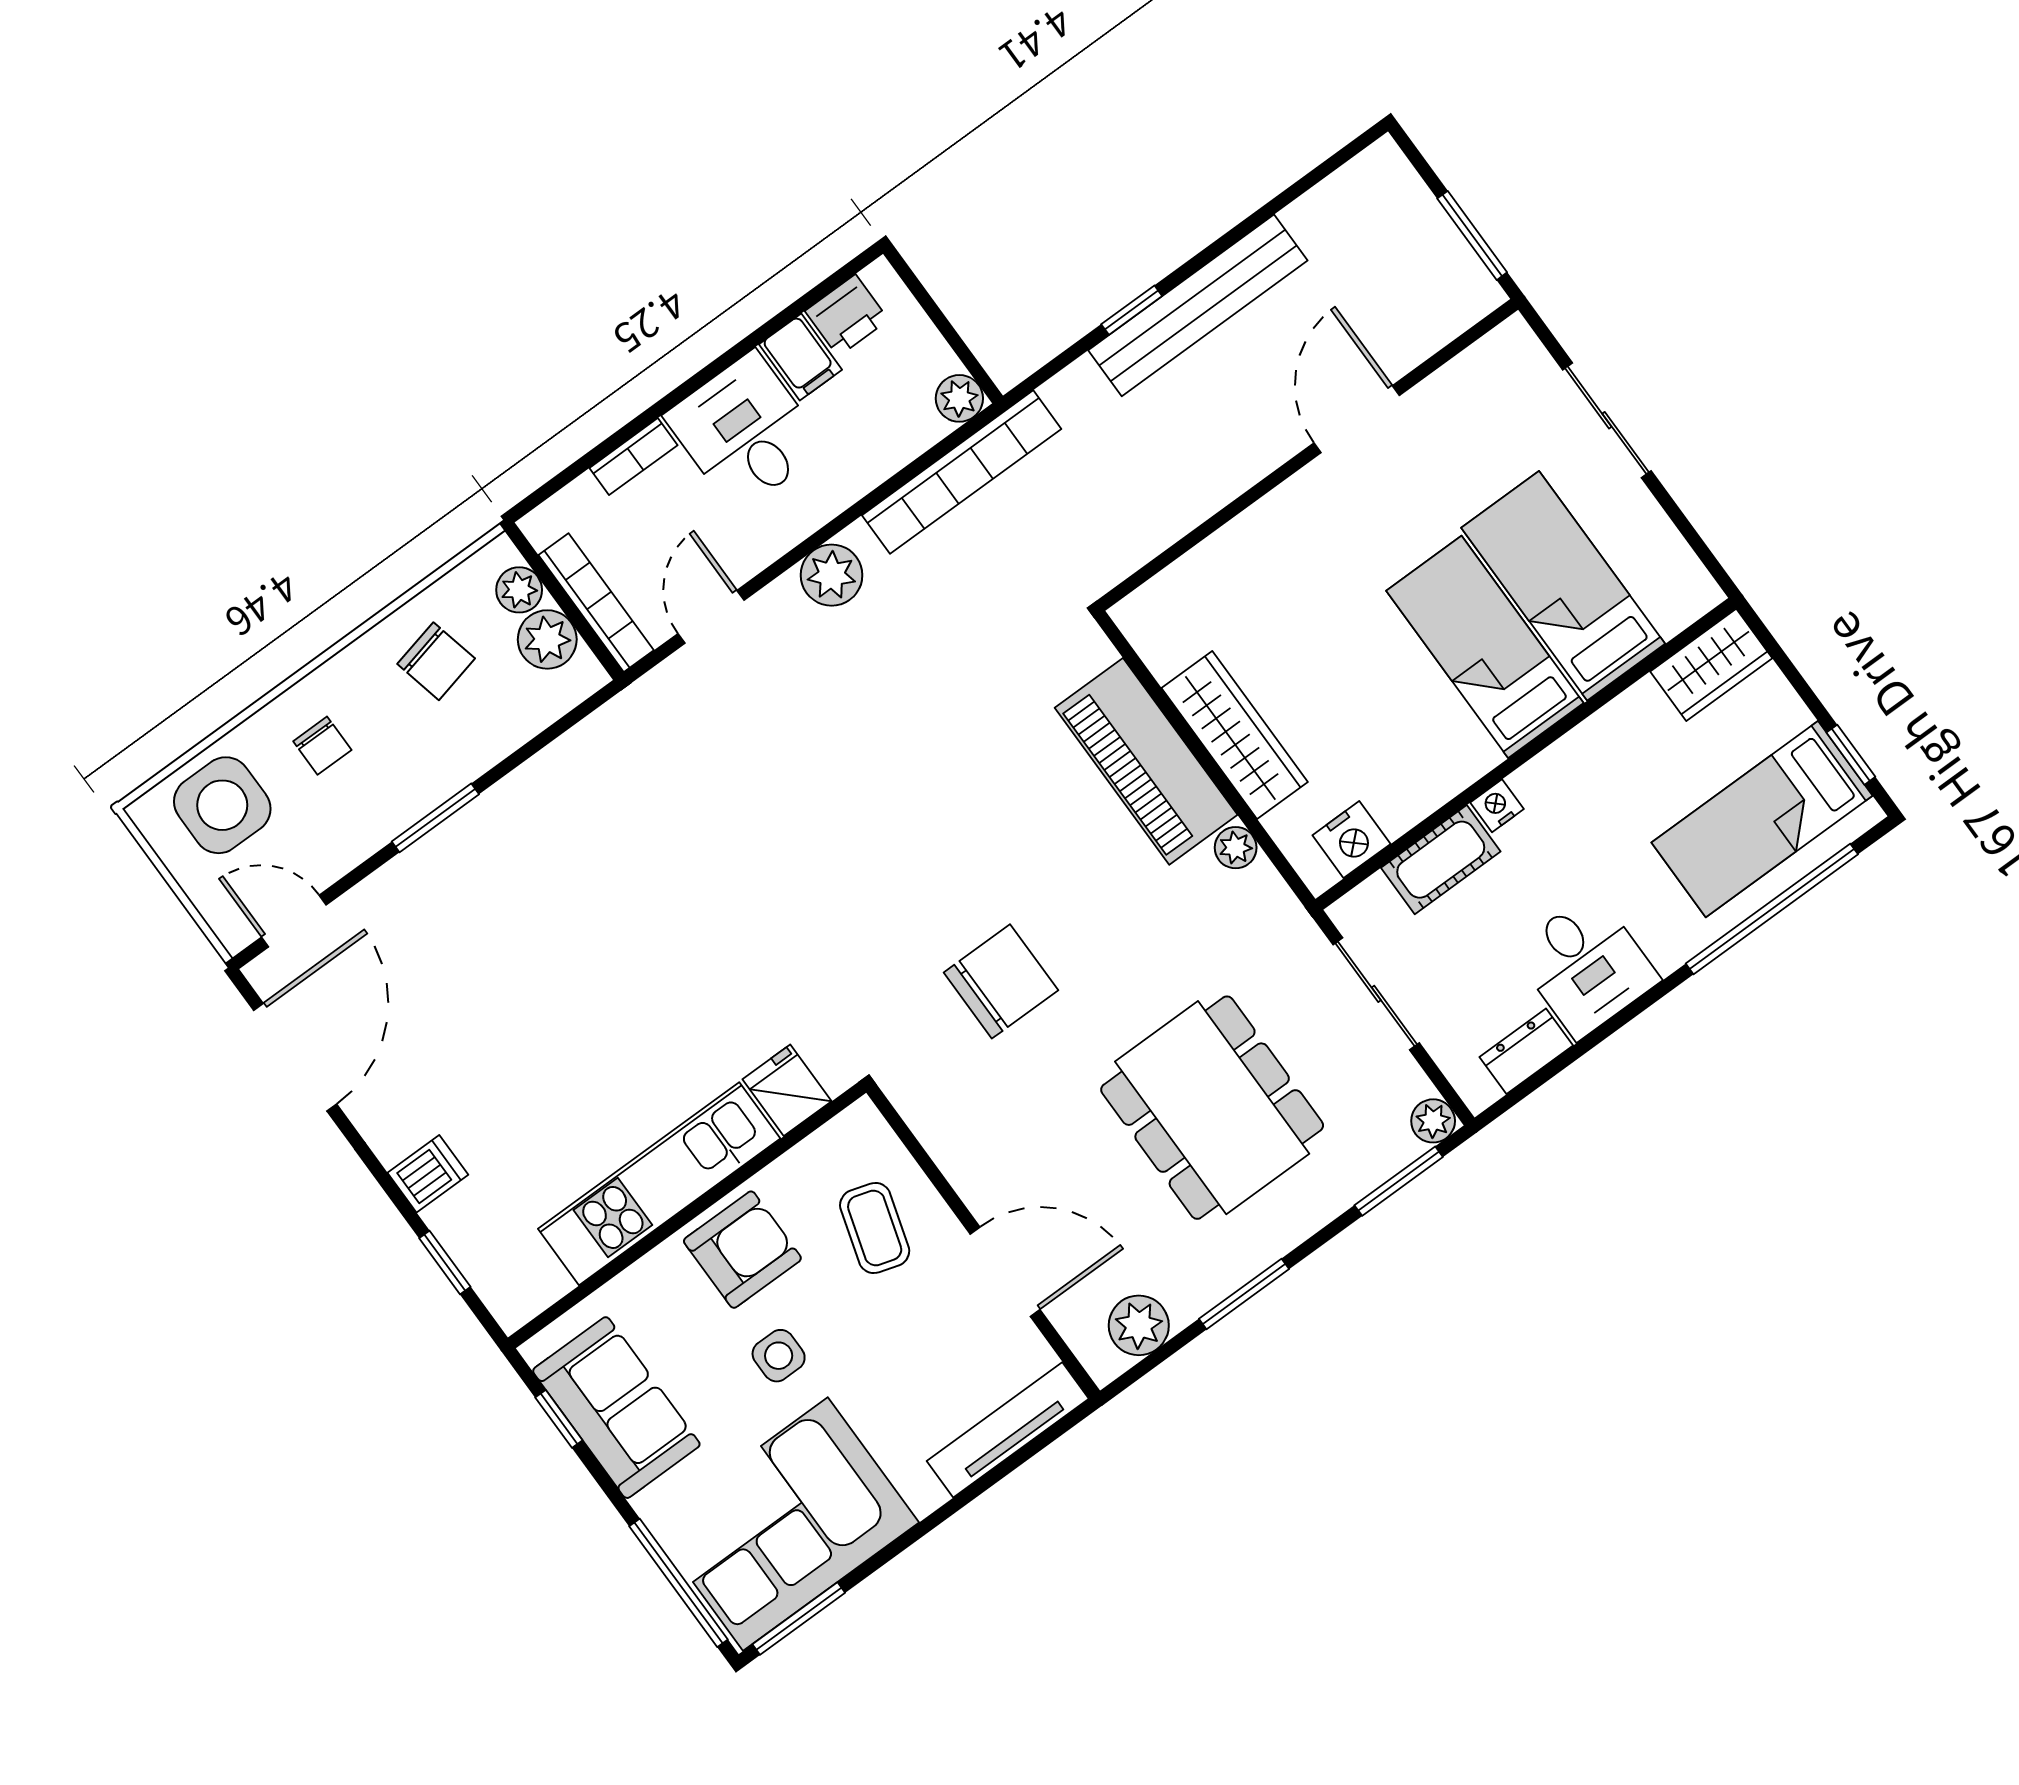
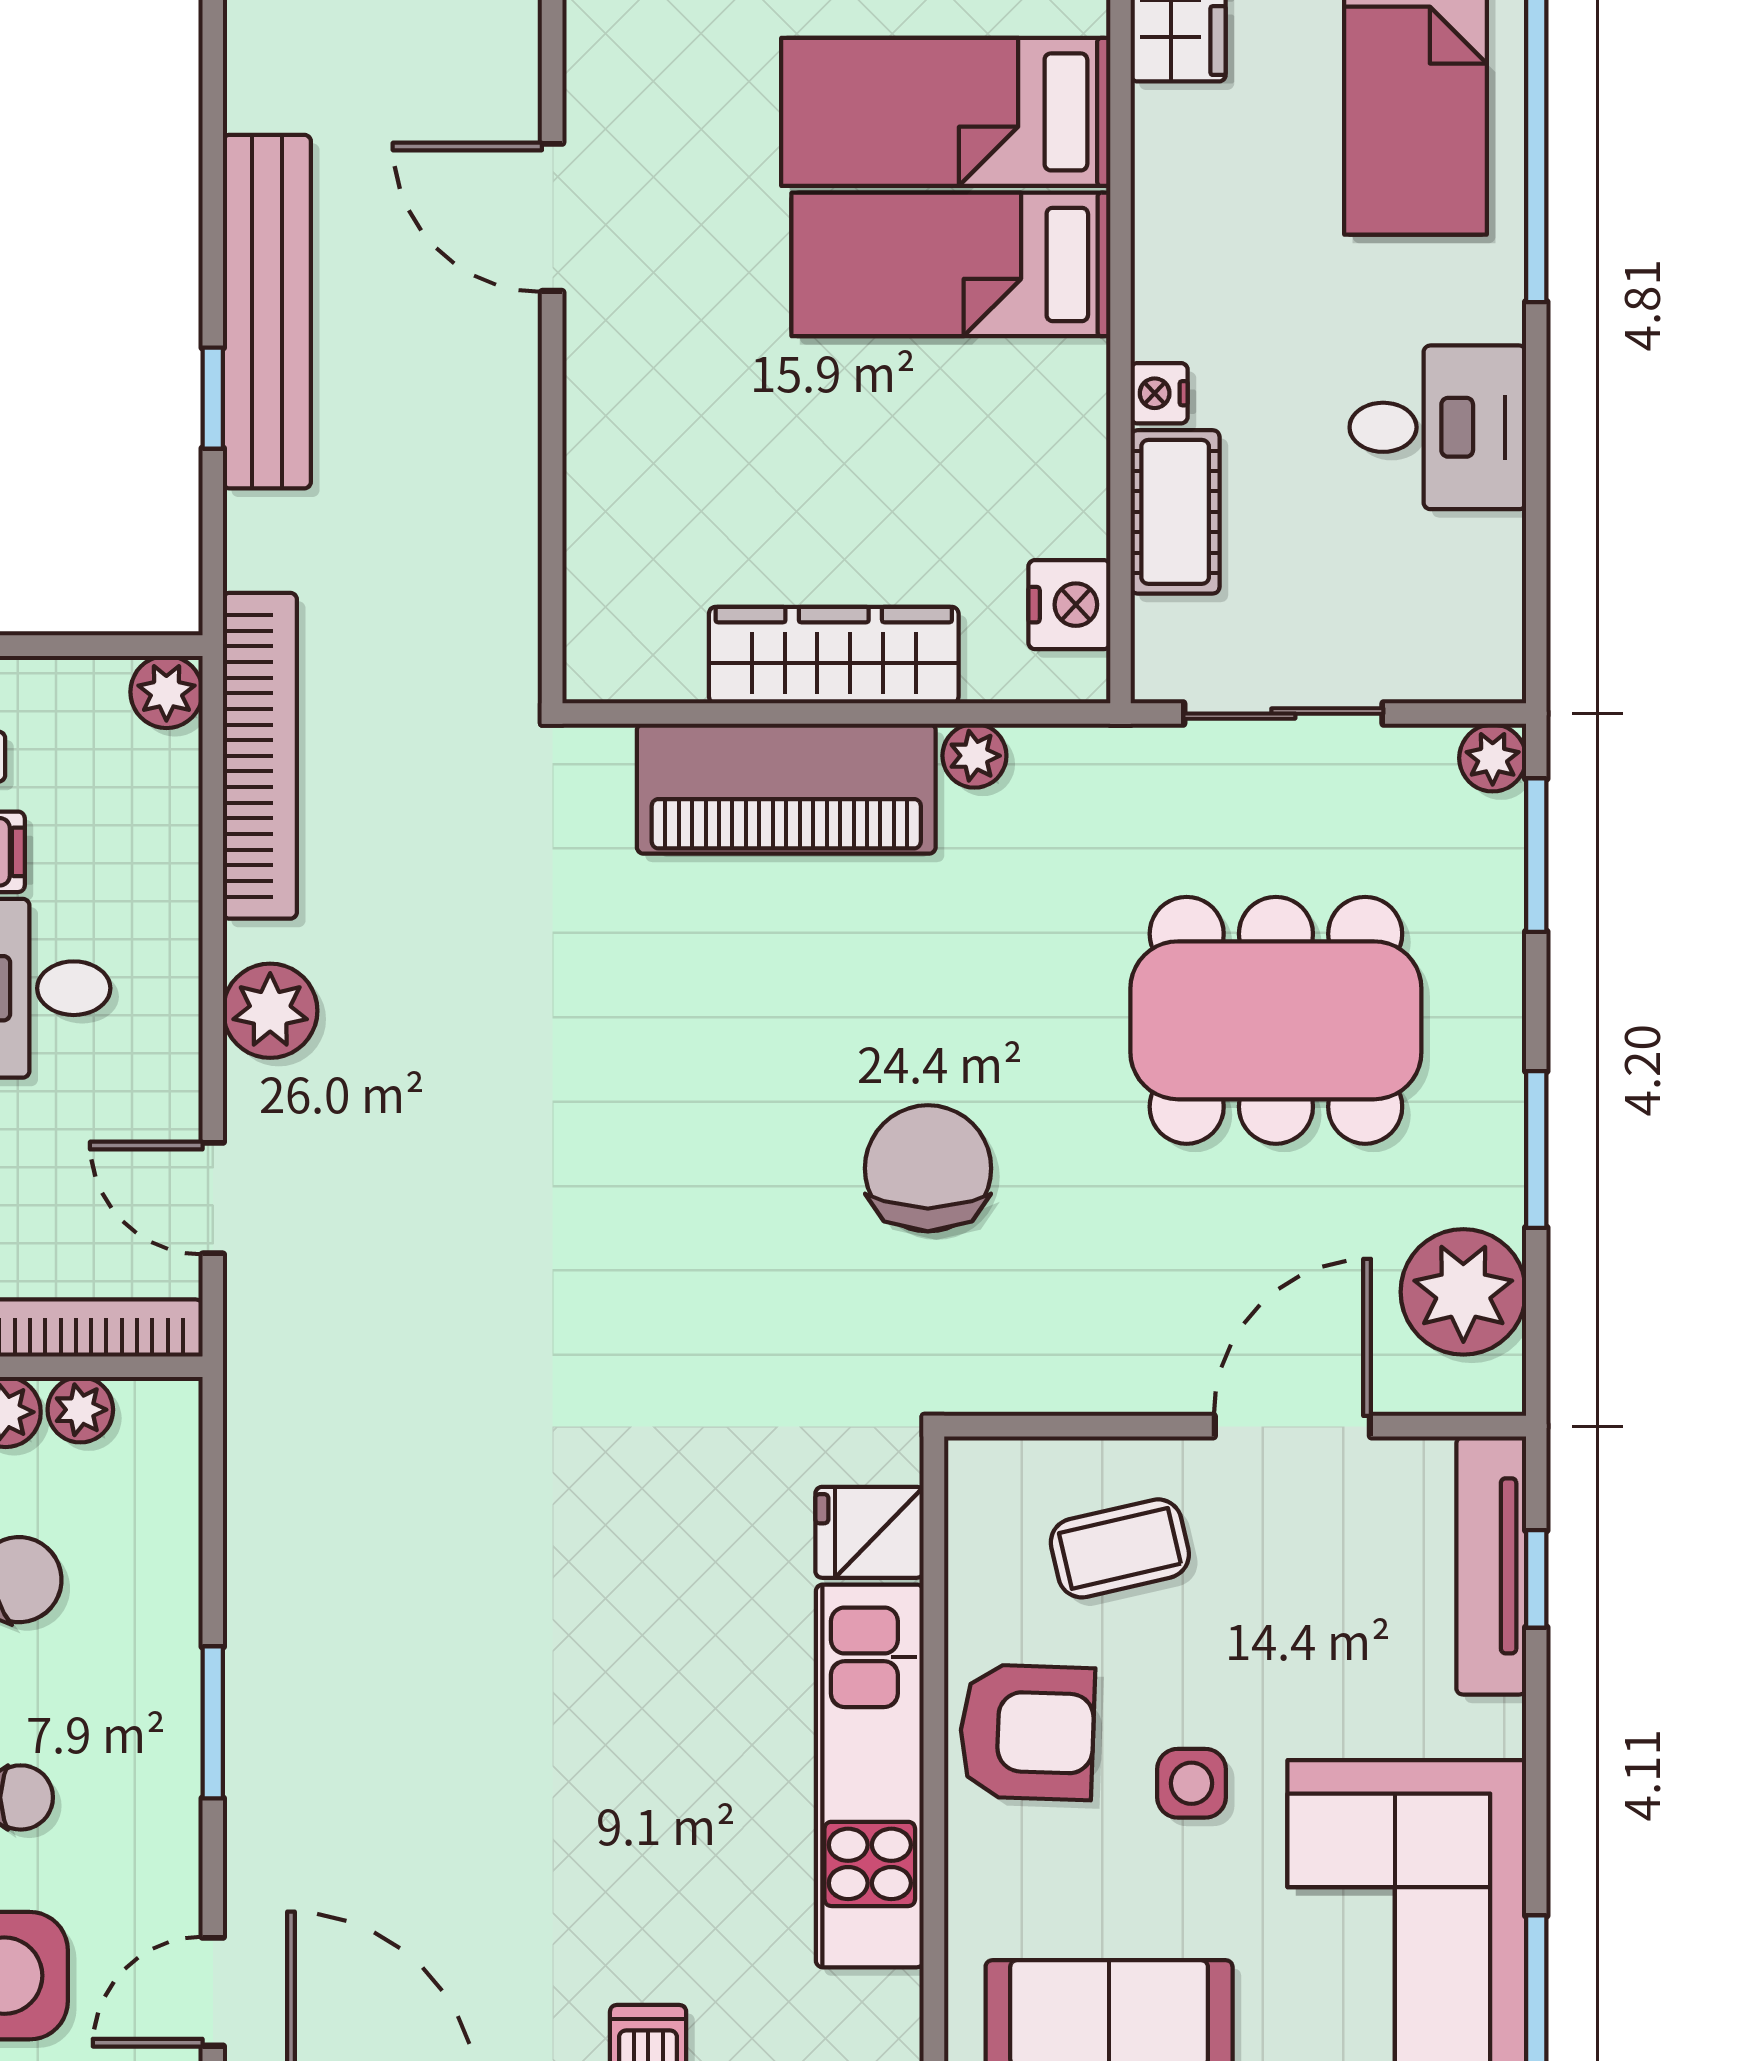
plant: (547, 639) -> (80, 1410), width x0.73, depth x0.73
dresser: (1526, 1051) -> (1490, 579), removed
coffee table: (875, 1228) -> (1120, 1548), turned -30
armchair: (742, 1250) -> (1027, 1732), turned 92
plant: (1139, 1325) -> (1463, 1292), width x1.36, depth x1.36
window: (1018, 1459) -> (1536, 1579), added

